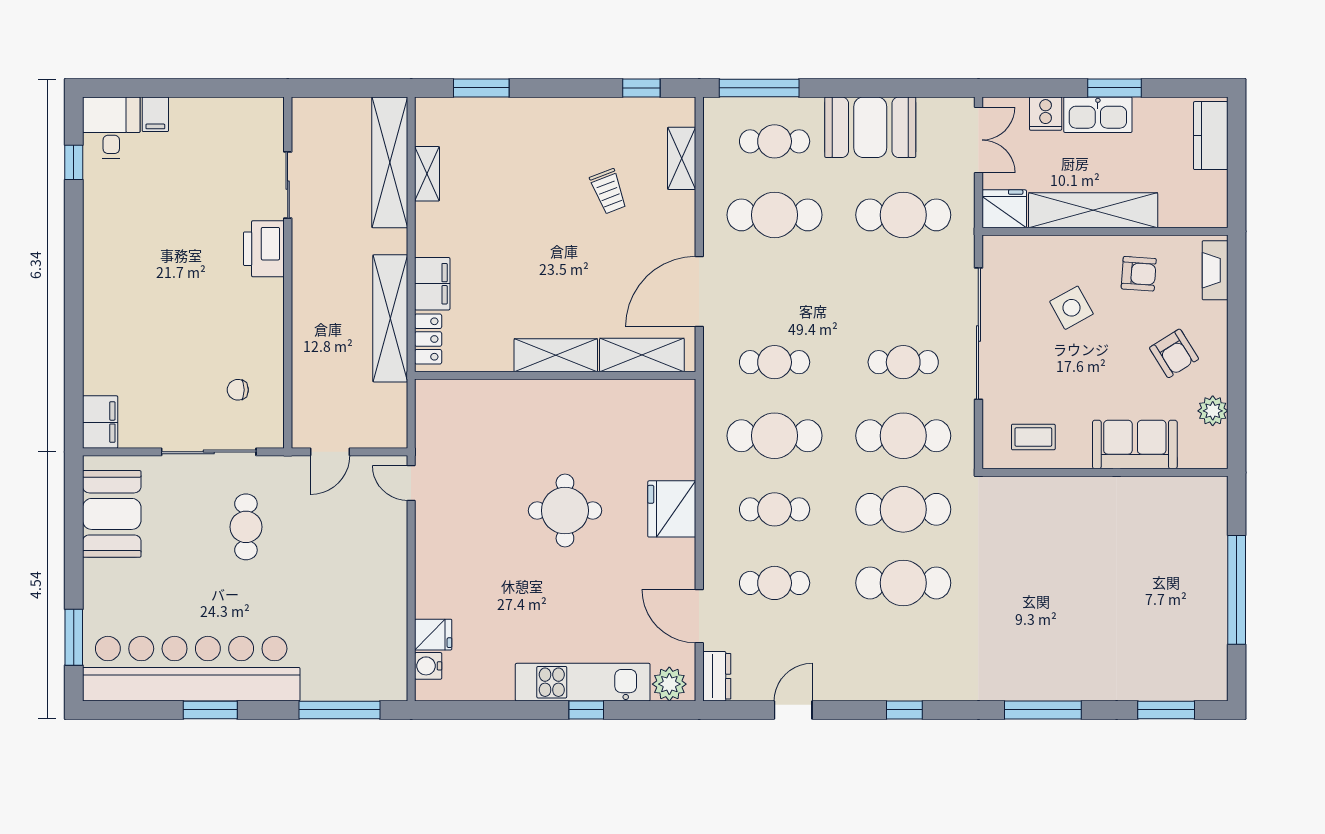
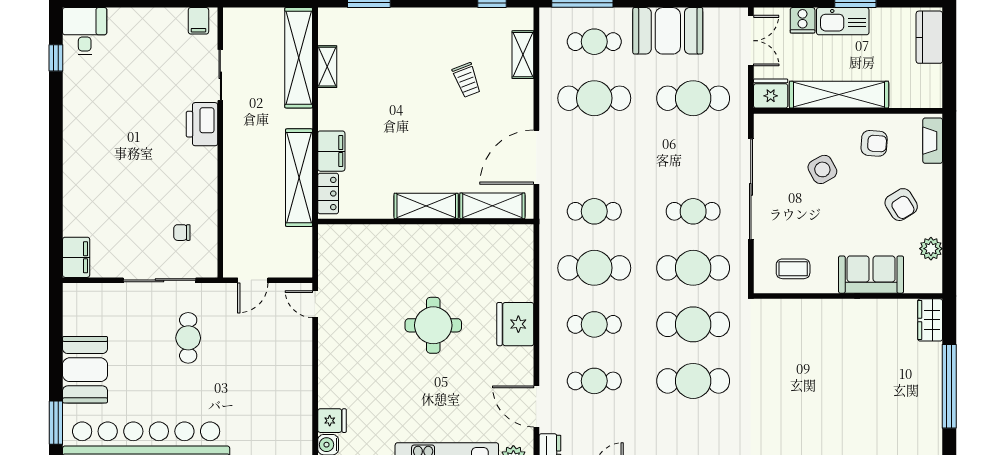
filing cabinet: (155, 114) -> (198, 21), moved
wardrobe: (1212, 504) -> (930, 320), added
booth: (112, 514) -> (85, 370), moved

